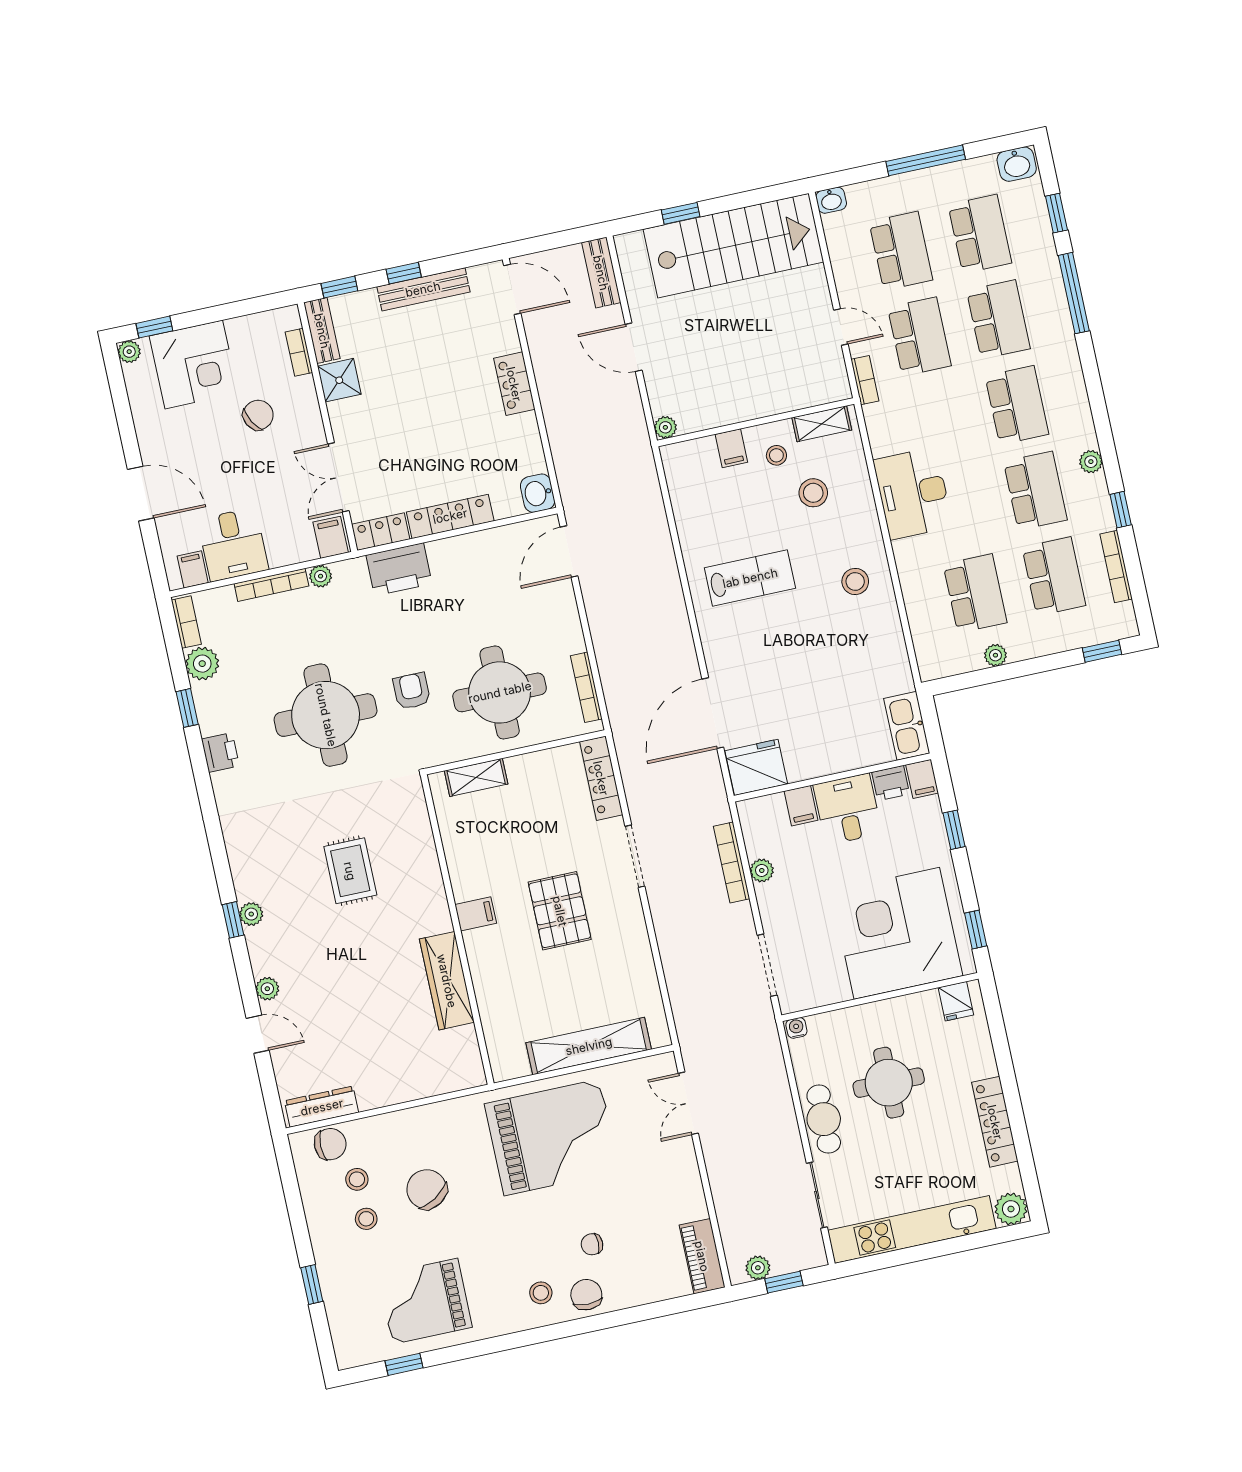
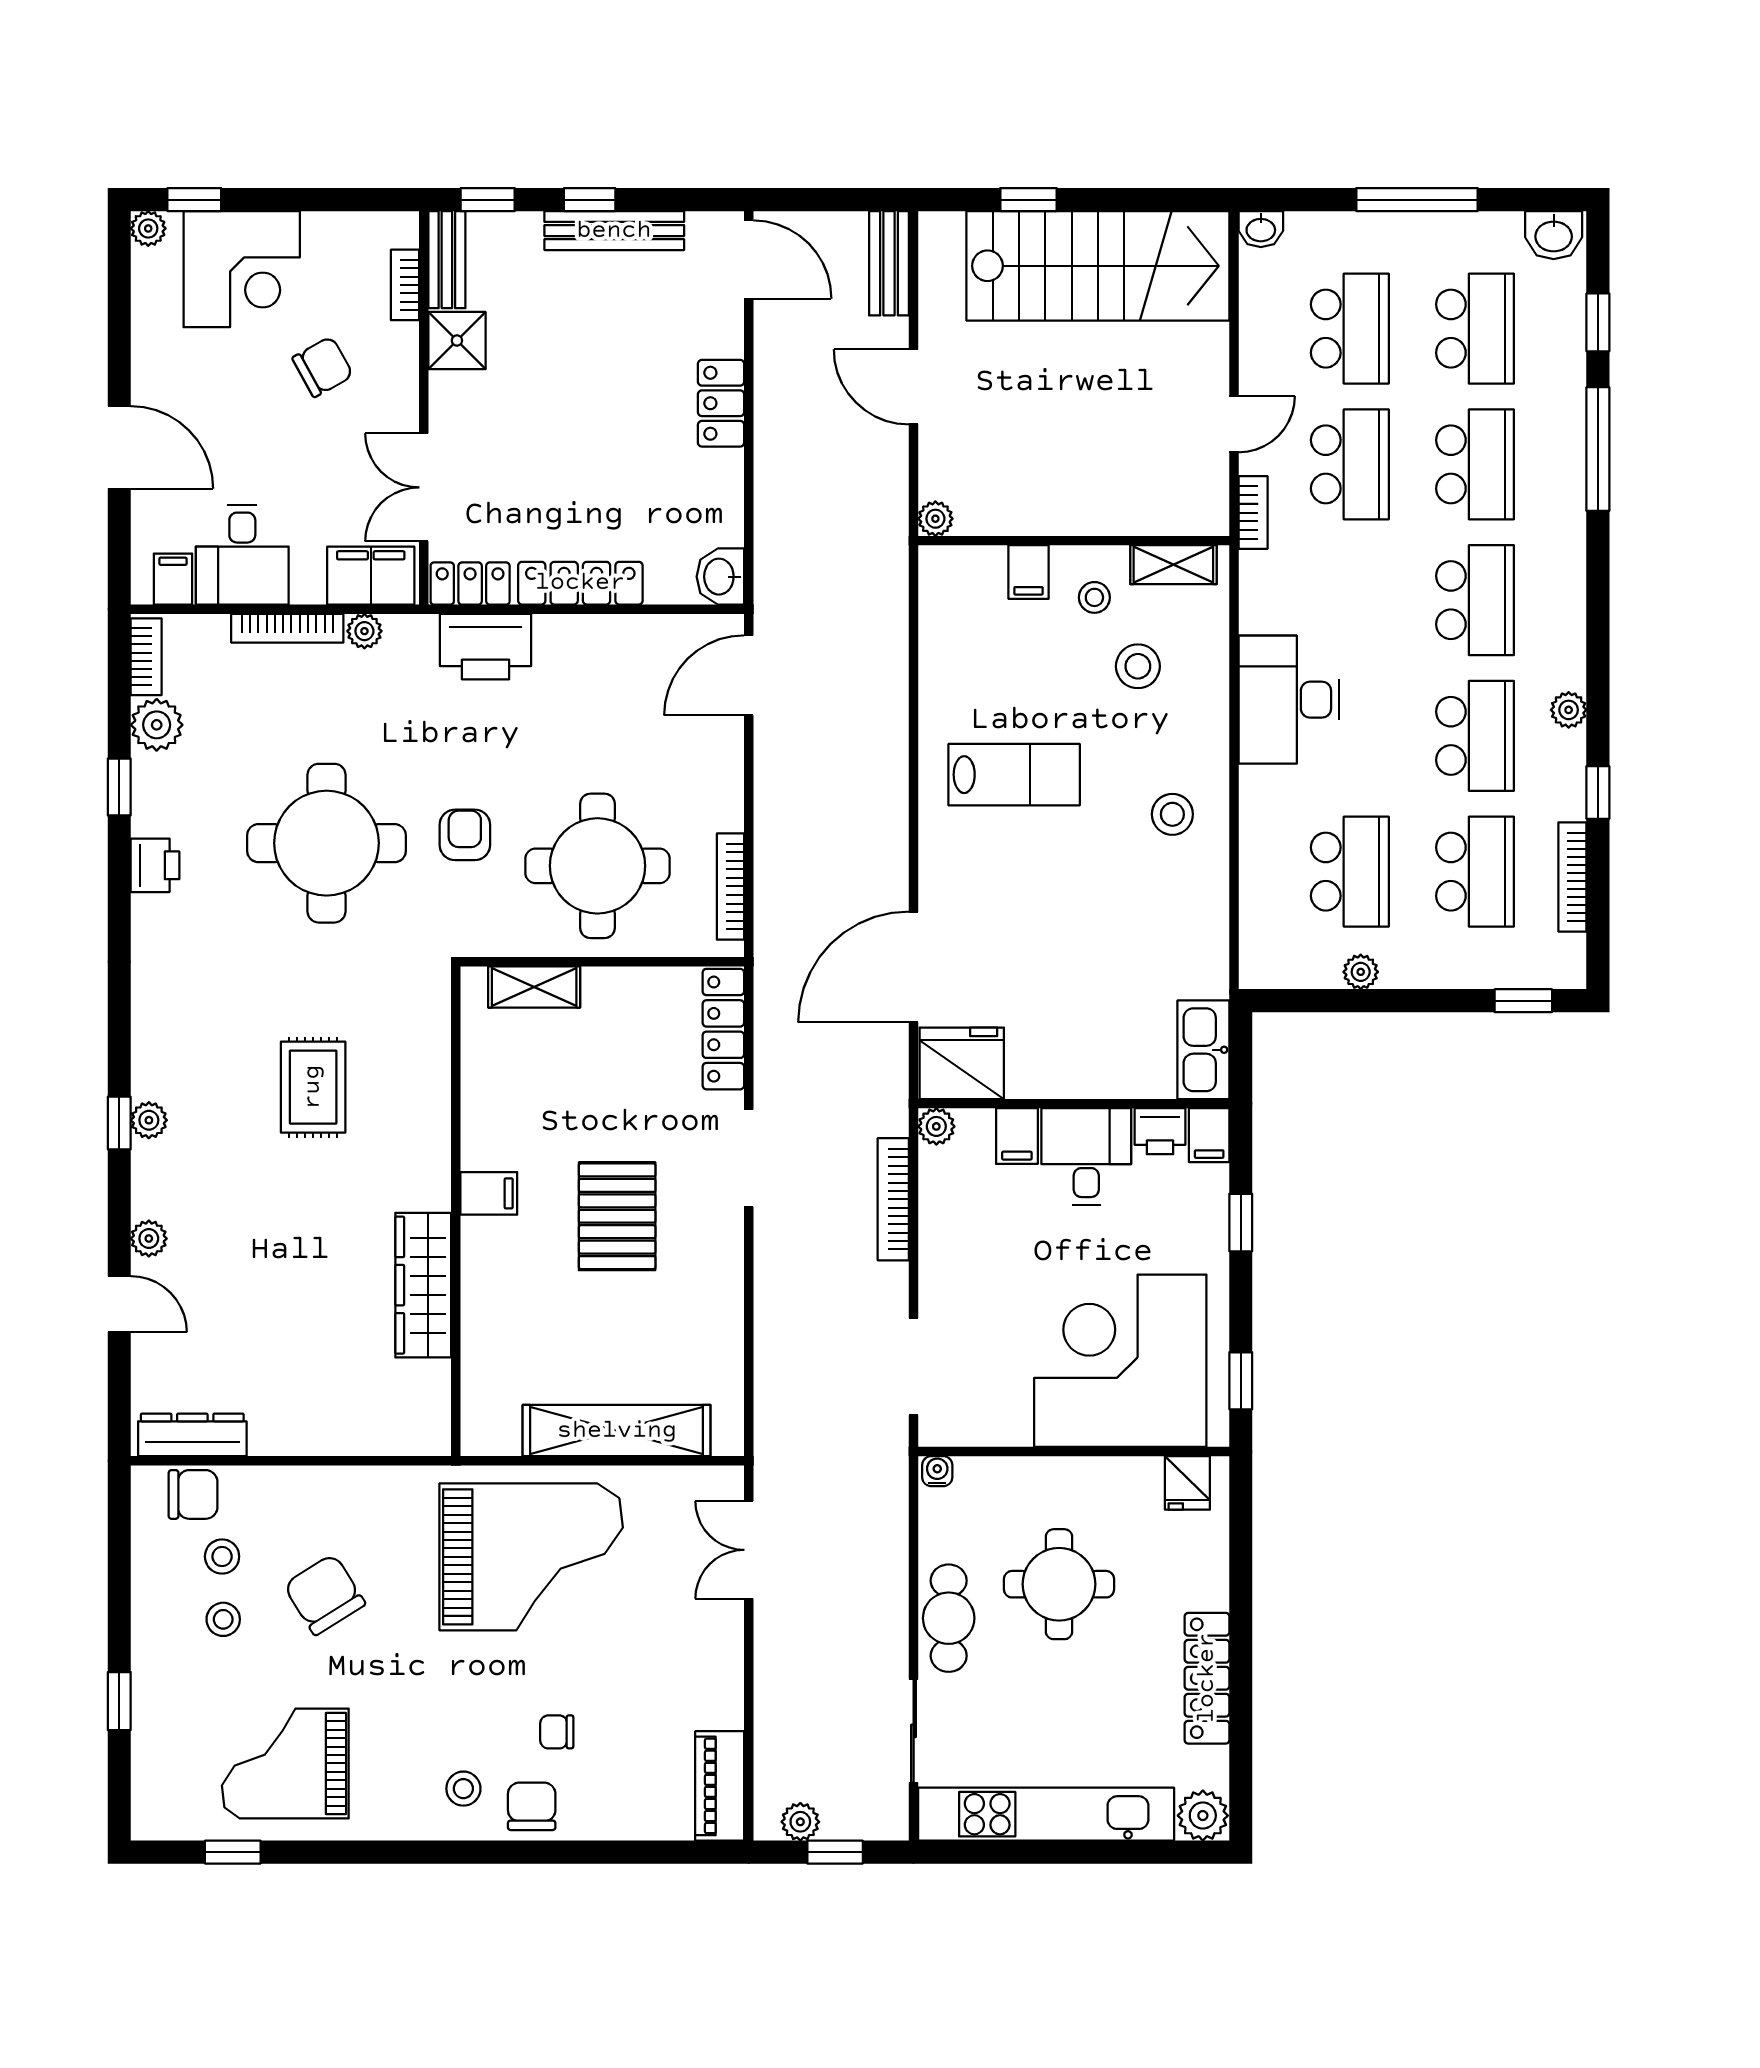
door: (841, 327) -> (1234, 424), hinge flipped
filing cabinet: (331, 537) -> (371, 576), width x2.00
plant: (762, 870) -> (936, 1126), moved

